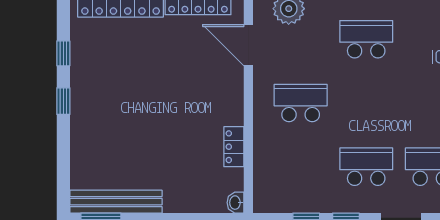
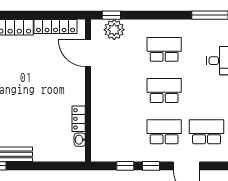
school desk: (301, 103) -> (164, 91), moved
washbasin: (235, 203) -> (80, 140), moved

